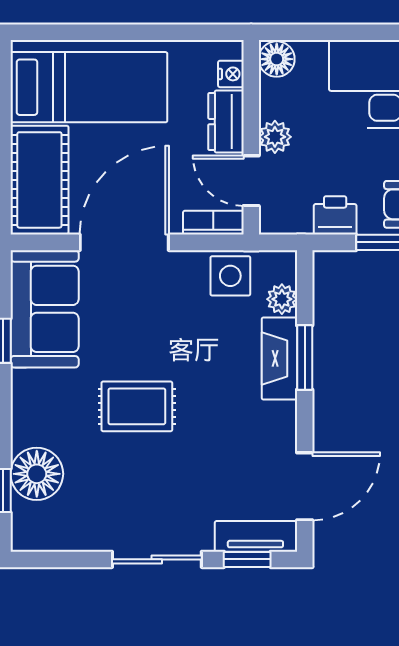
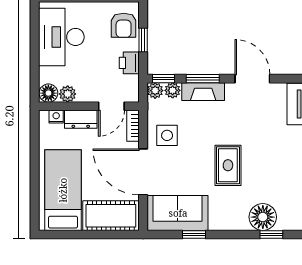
plant: (275, 137) -> (68, 94), moved
plant: (282, 265) -> (155, 91), added
side table: (230, 276) -> (167, 135), moved
window: (305, 282) -> (164, 79), added
door: (305, 486) -> (252, 79), moved

